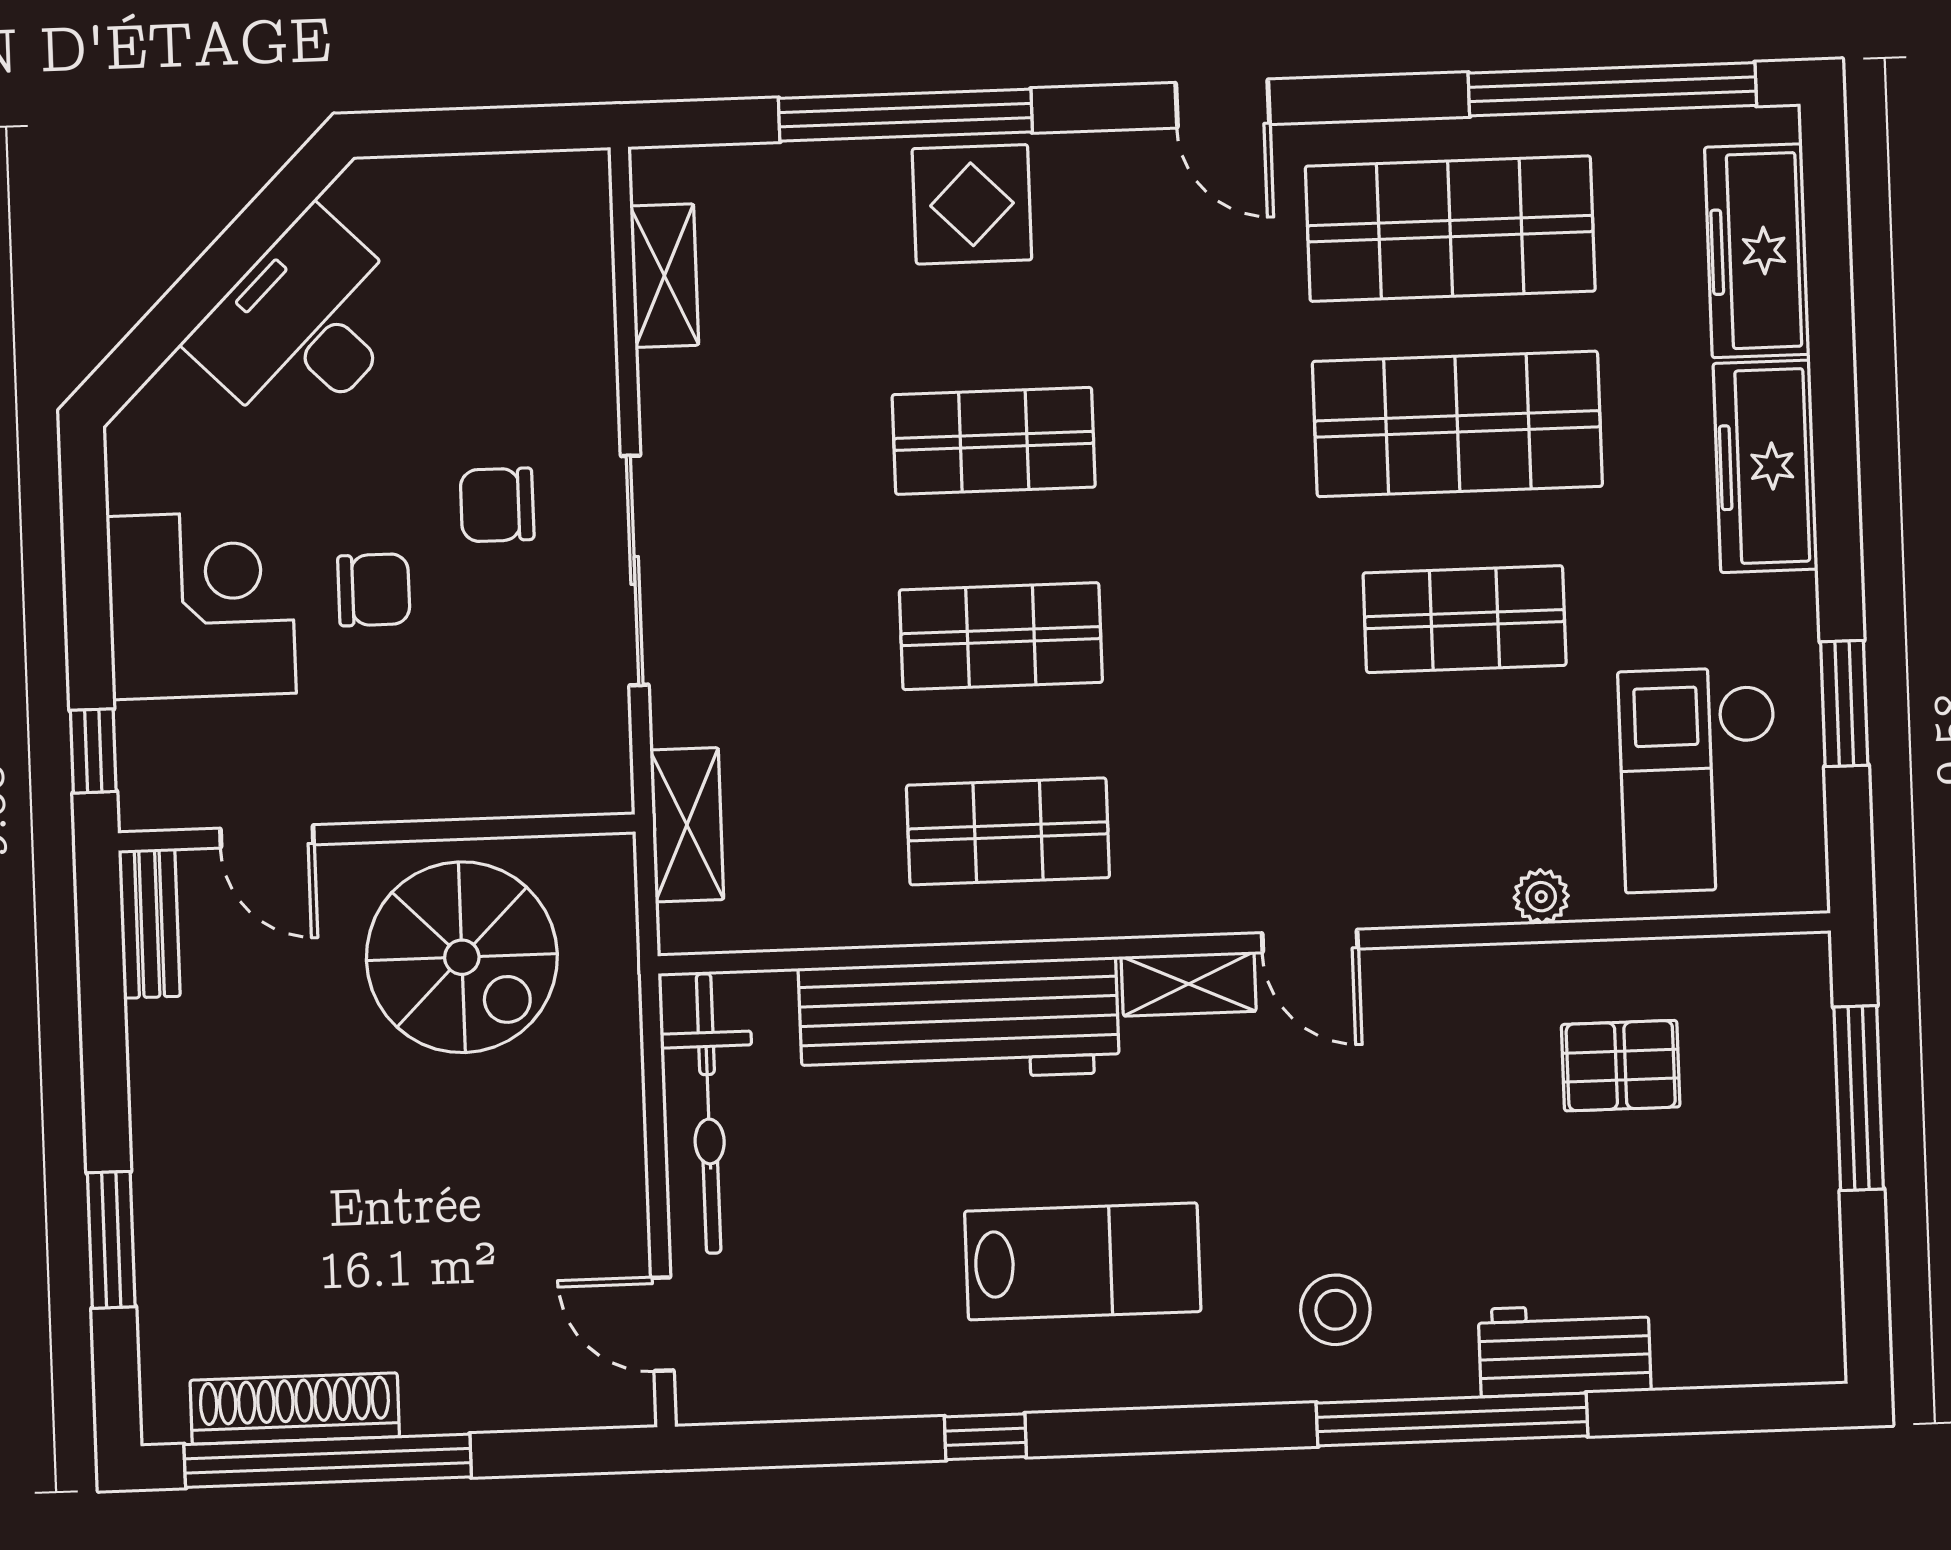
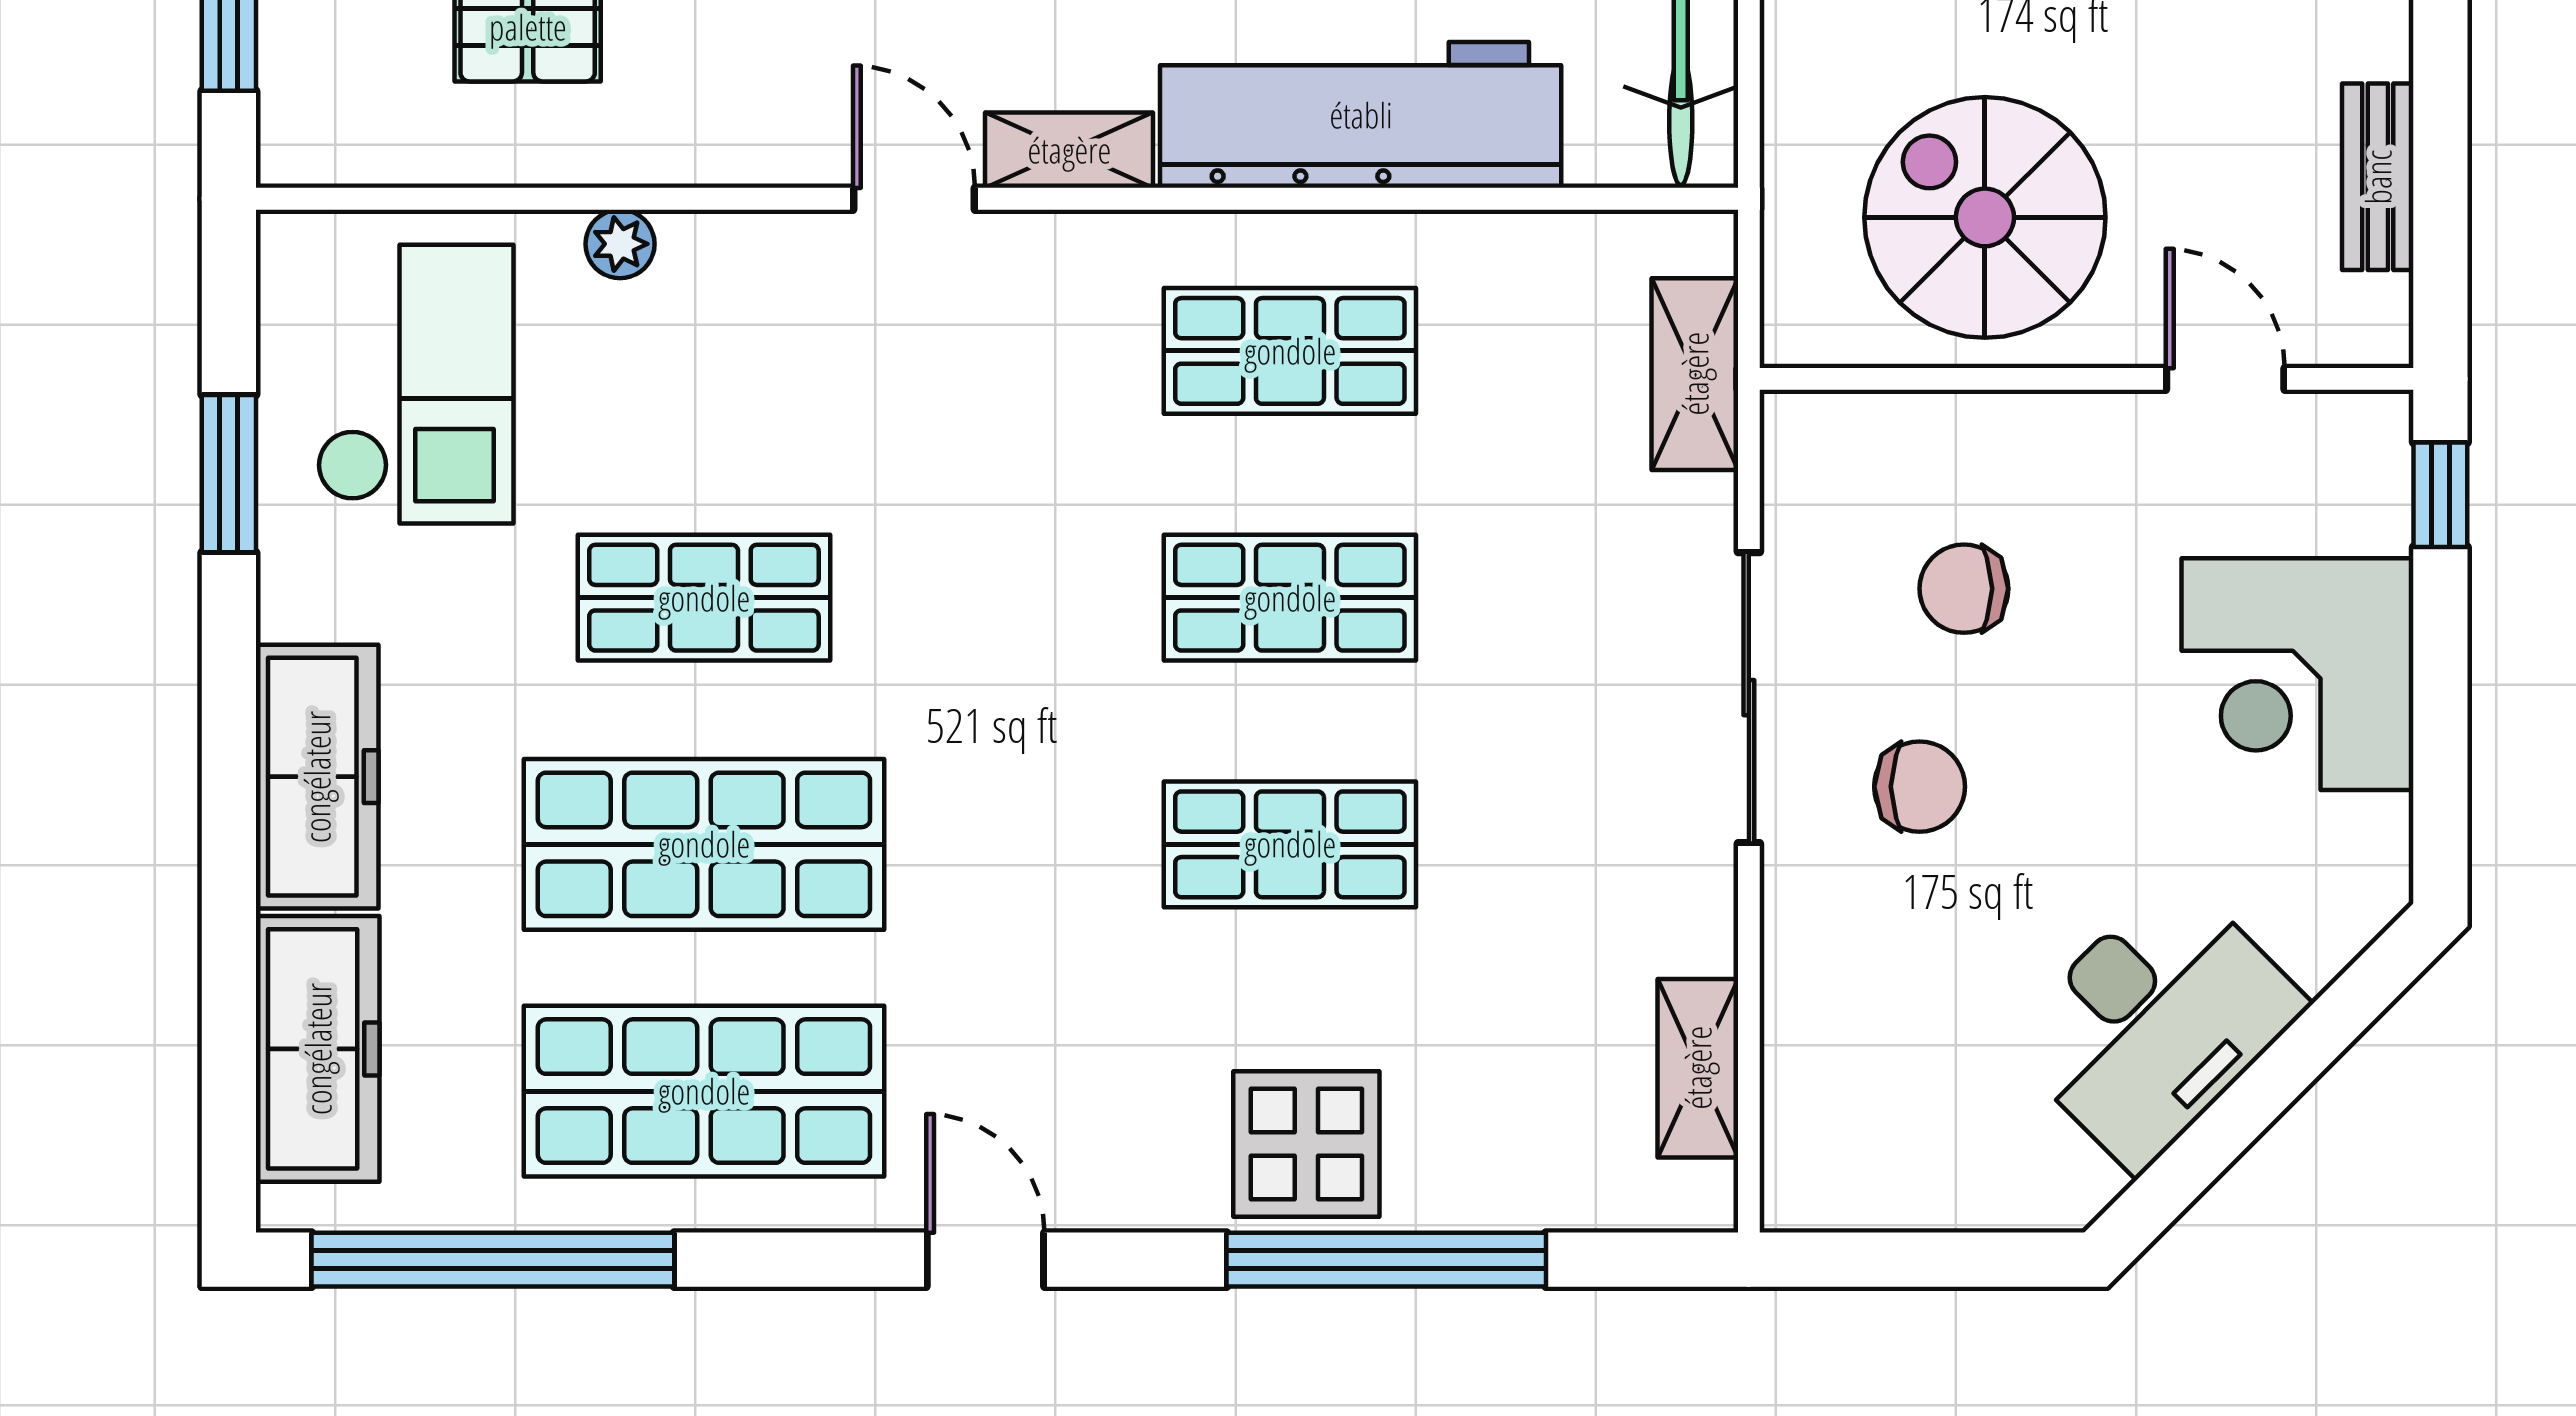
chair: (374, 590) -> (1964, 589), moved
bench: (149, 923) -> (2378, 177), moved

